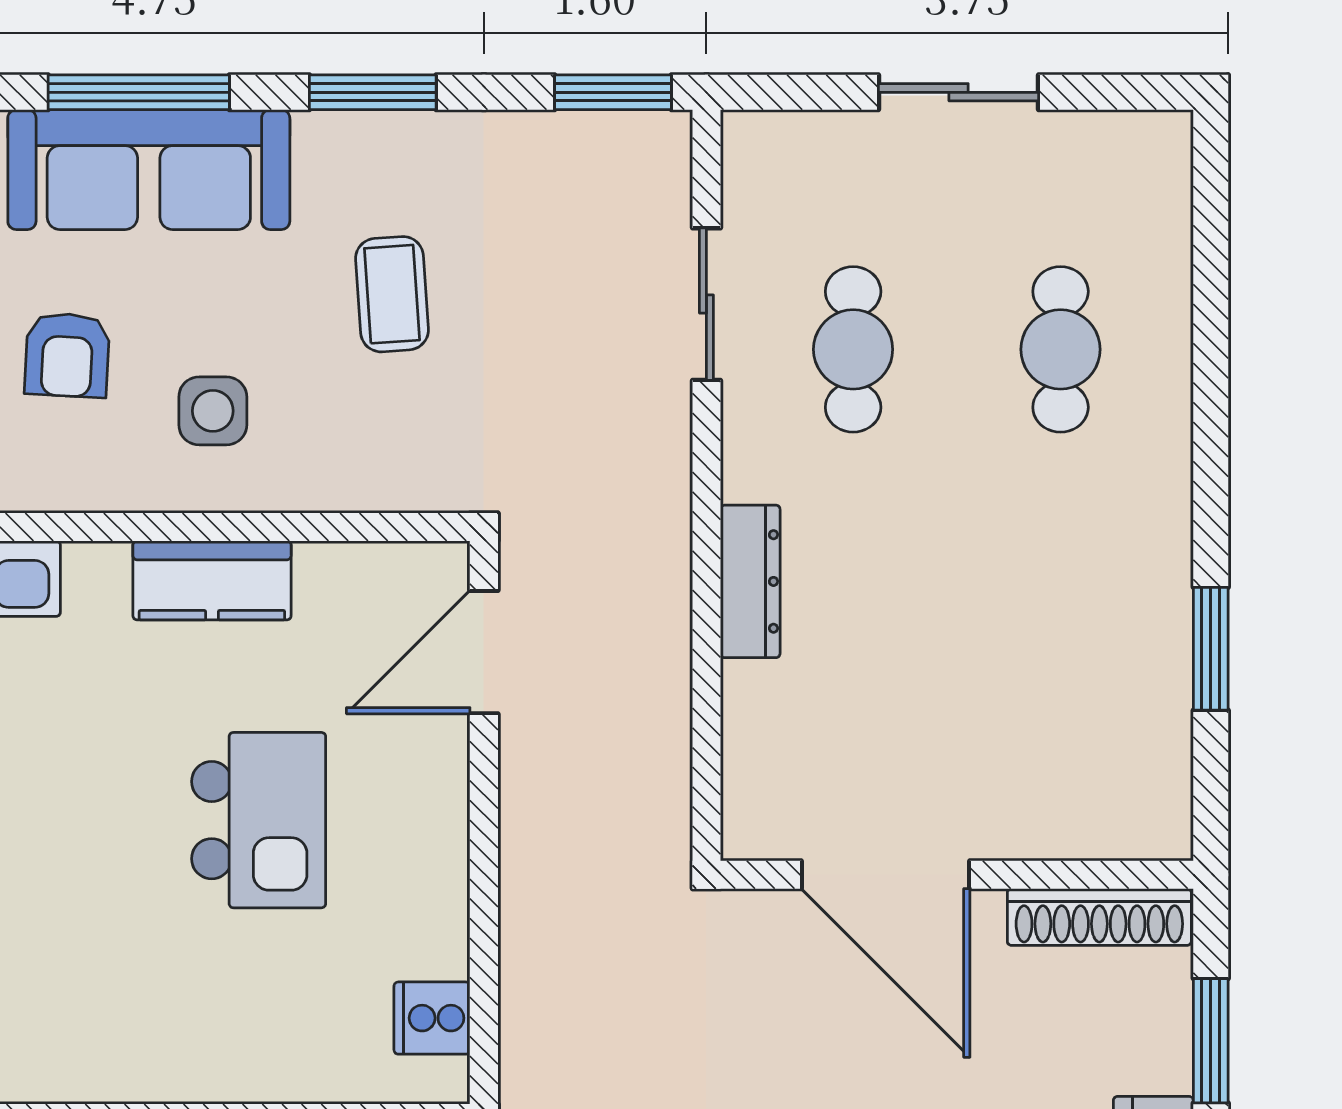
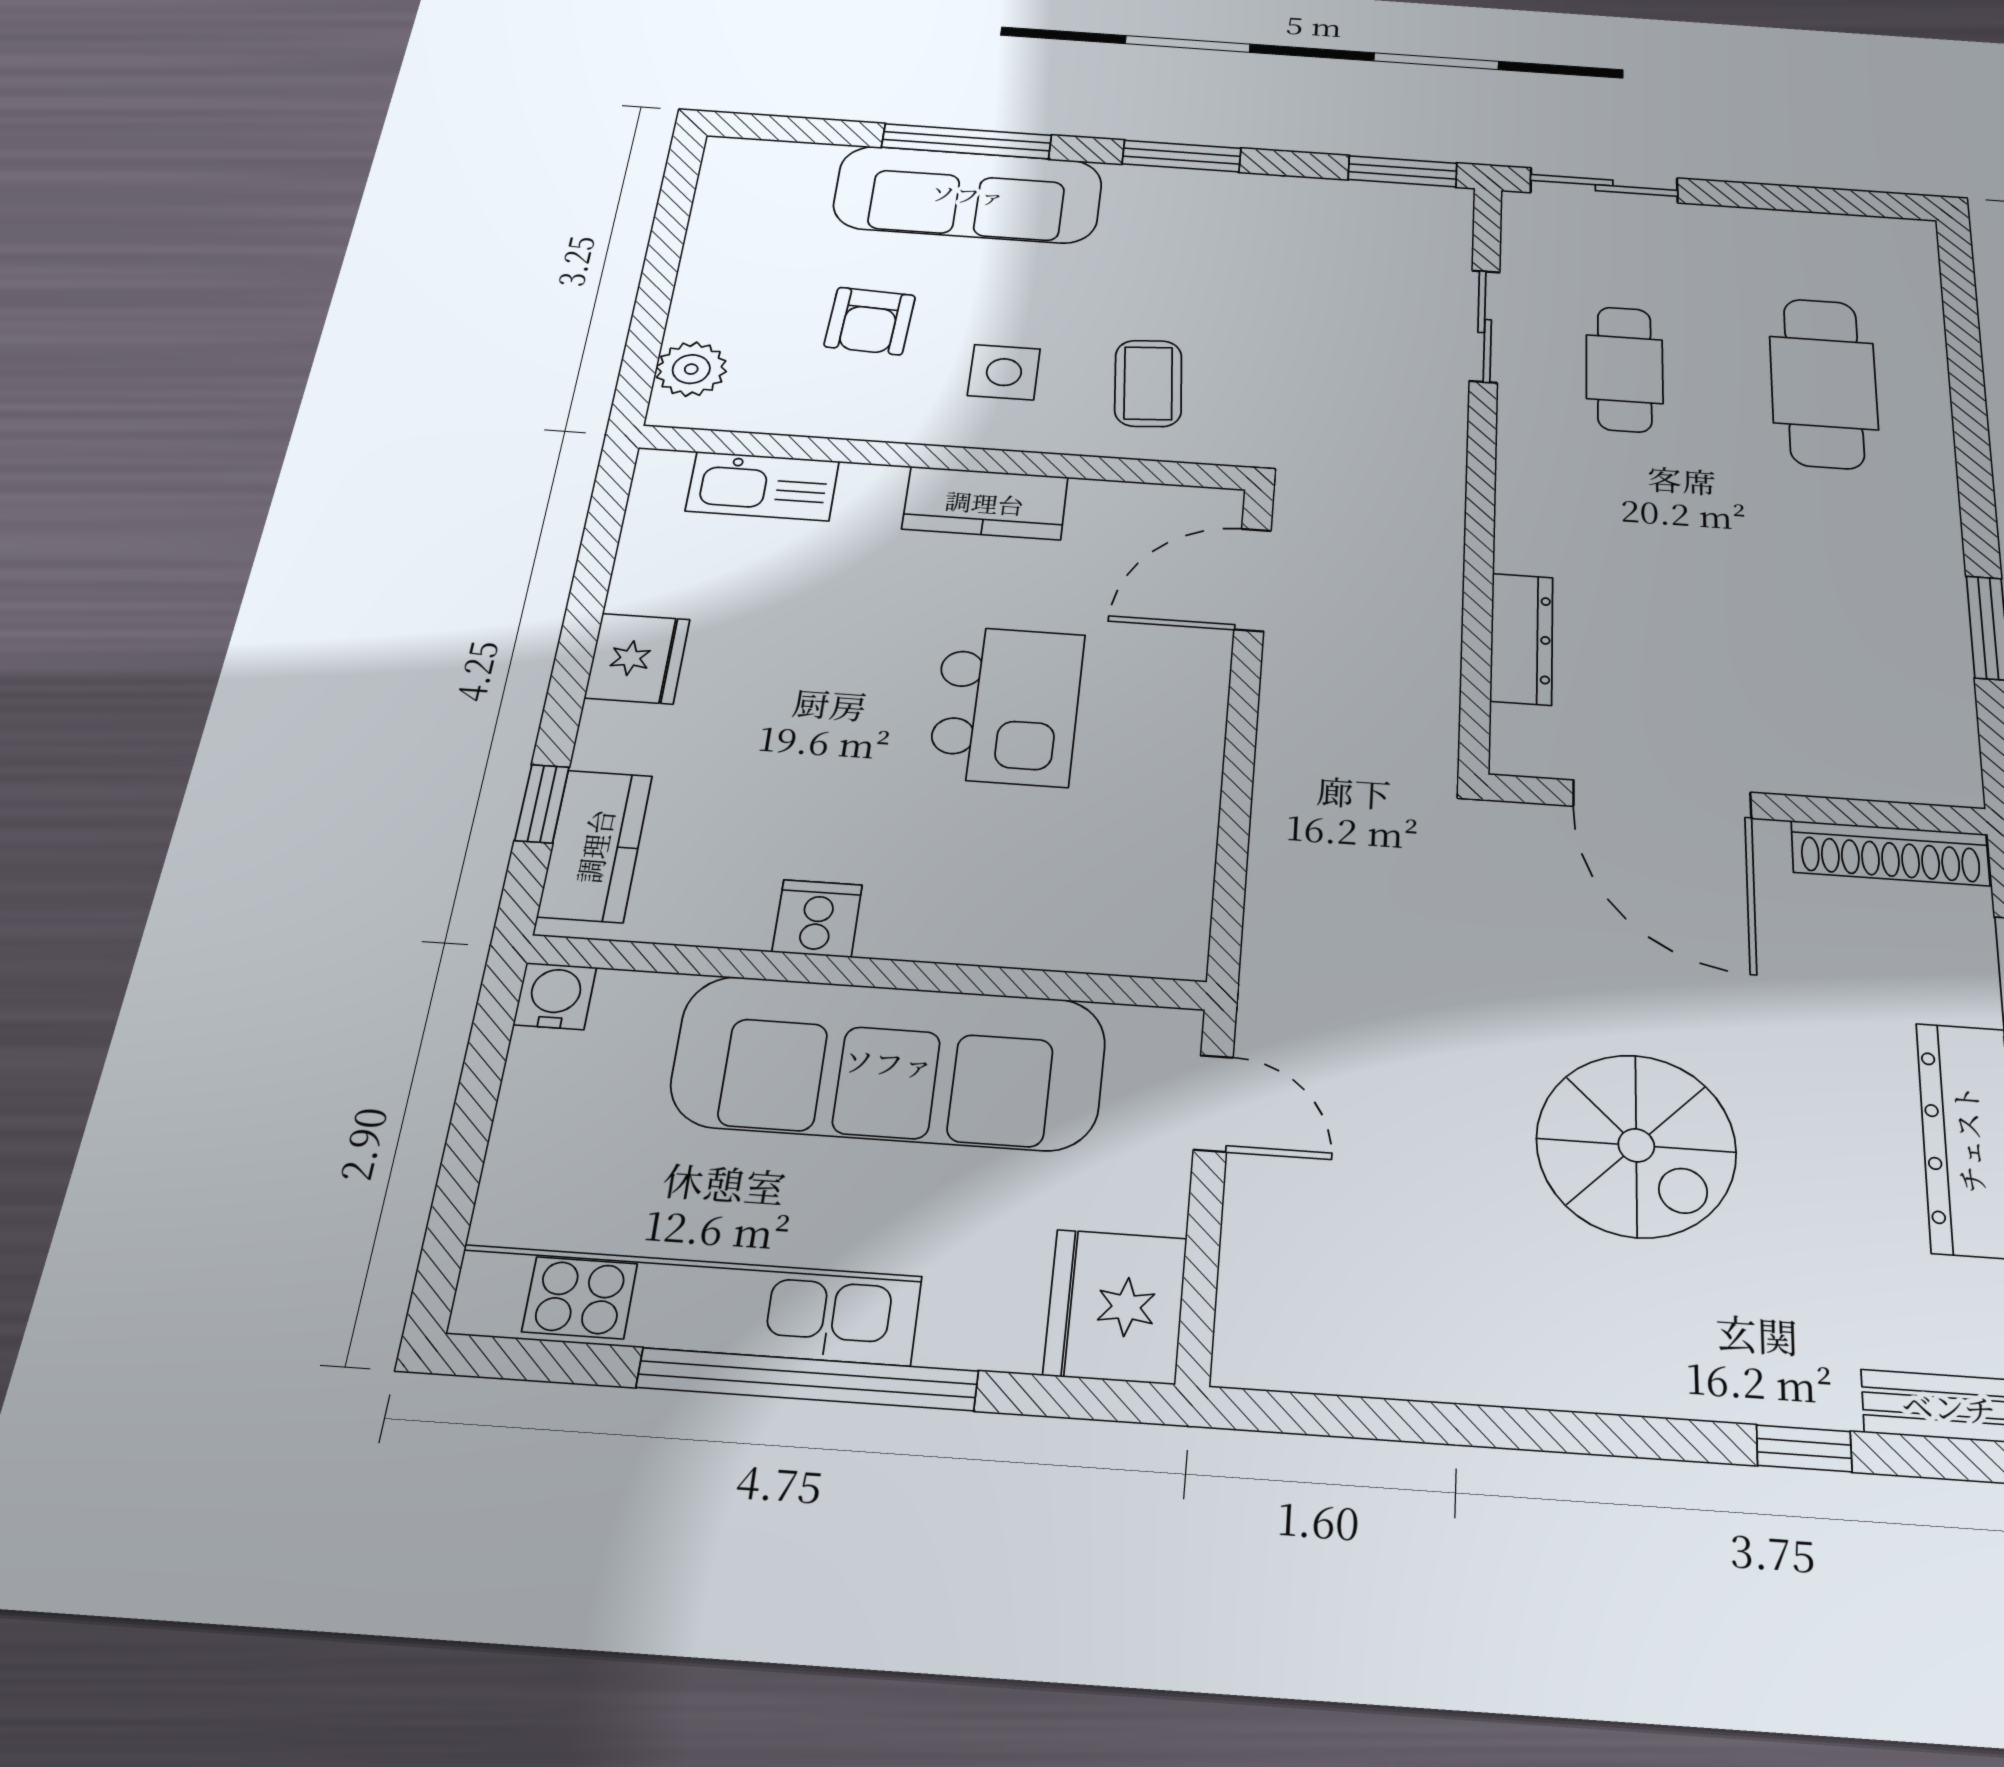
sliding door: (959, 92) -> (1604, 185), moved
coffee table: (392, 294) -> (1148, 383), moved
cafe table: (1061, 349) -> (1824, 383), width x1.37, depth x1.35
dresser: (750, 581) -> (1522, 639), moved
cooker: (432, 1018) -> (817, 918), moved, turned 90

